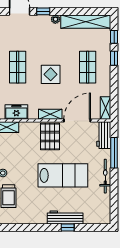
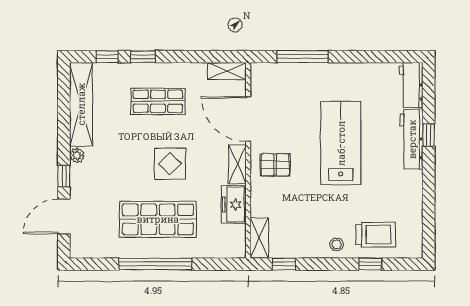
shop shelf: (18, 67) -> (158, 219), width x1.43, depth x1.36
freezer: (16, 112) -> (234, 205), moved
workbench: (104, 135) -> (411, 85), moved, turned 90
pallet: (50, 137) -> (275, 165), width x0.67, depth x0.71
bicycle: (105, 176) -> (342, 72), removed

